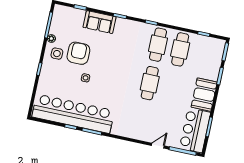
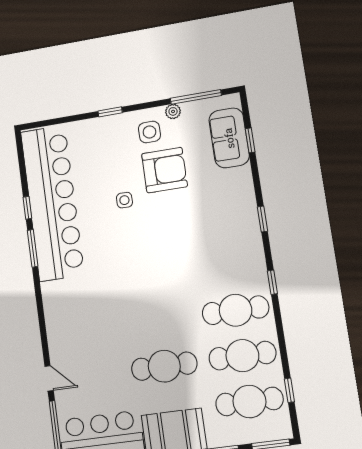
sofa: (100, 22) -> (229, 138), moved
cafe table: (202, 54) -> (249, 401), added
cafe table: (150, 83) -> (164, 366), moved

